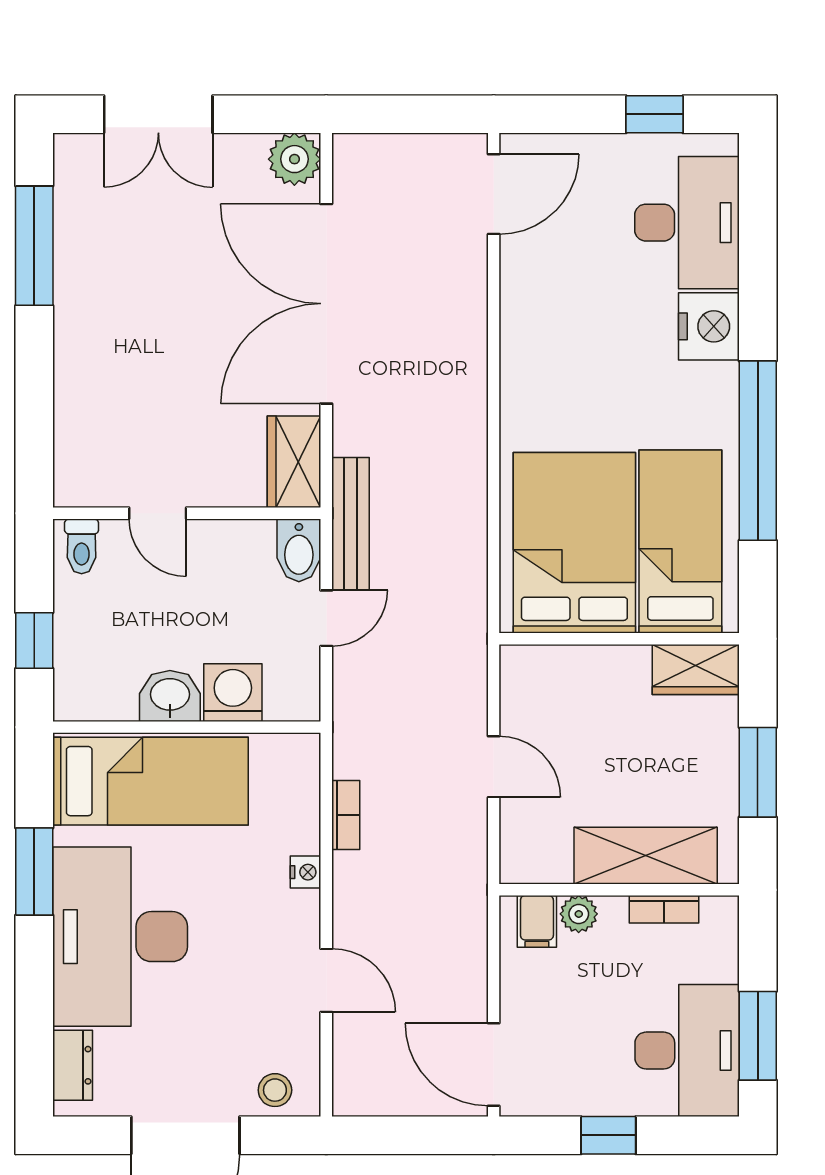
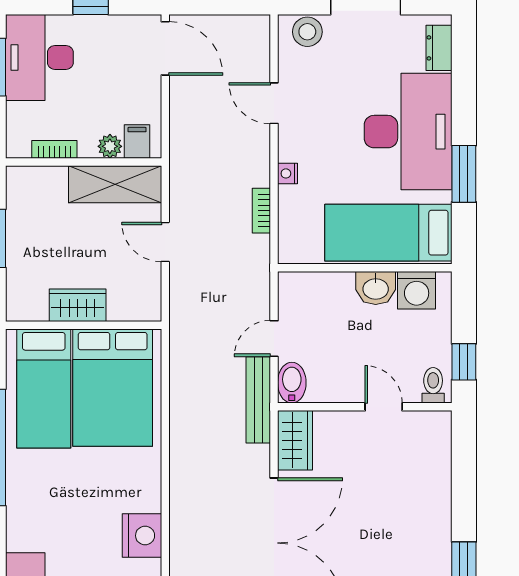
nightstand: (709, 326) -> (142, 536), moved, turned 180
window: (34, 640) -> (464, 362), moved
wardrobe: (696, 670) -> (78, 305), moved
washing machine: (233, 693) -> (417, 290), moved
shelving: (646, 856) -> (115, 184), moved
stool: (275, 1090) -> (307, 32), width x1.37, depth x1.37

